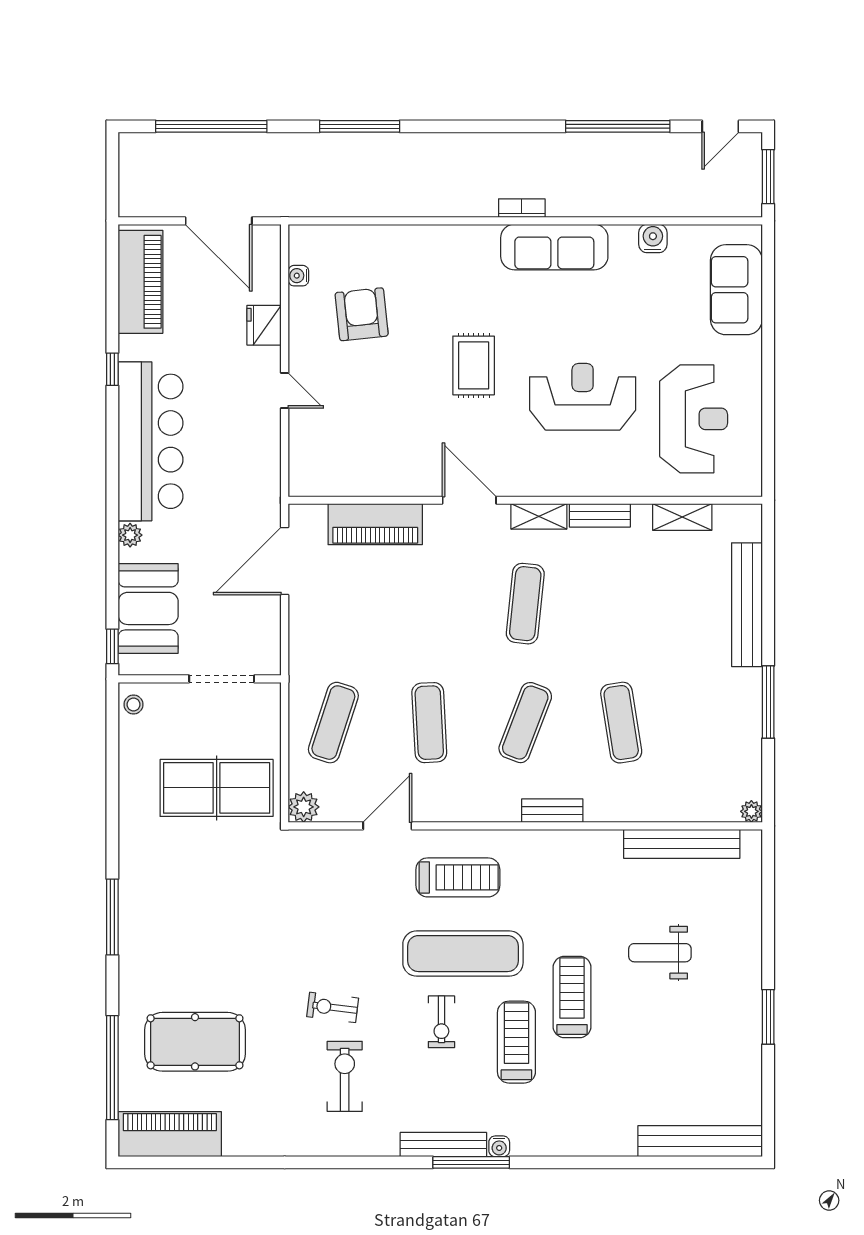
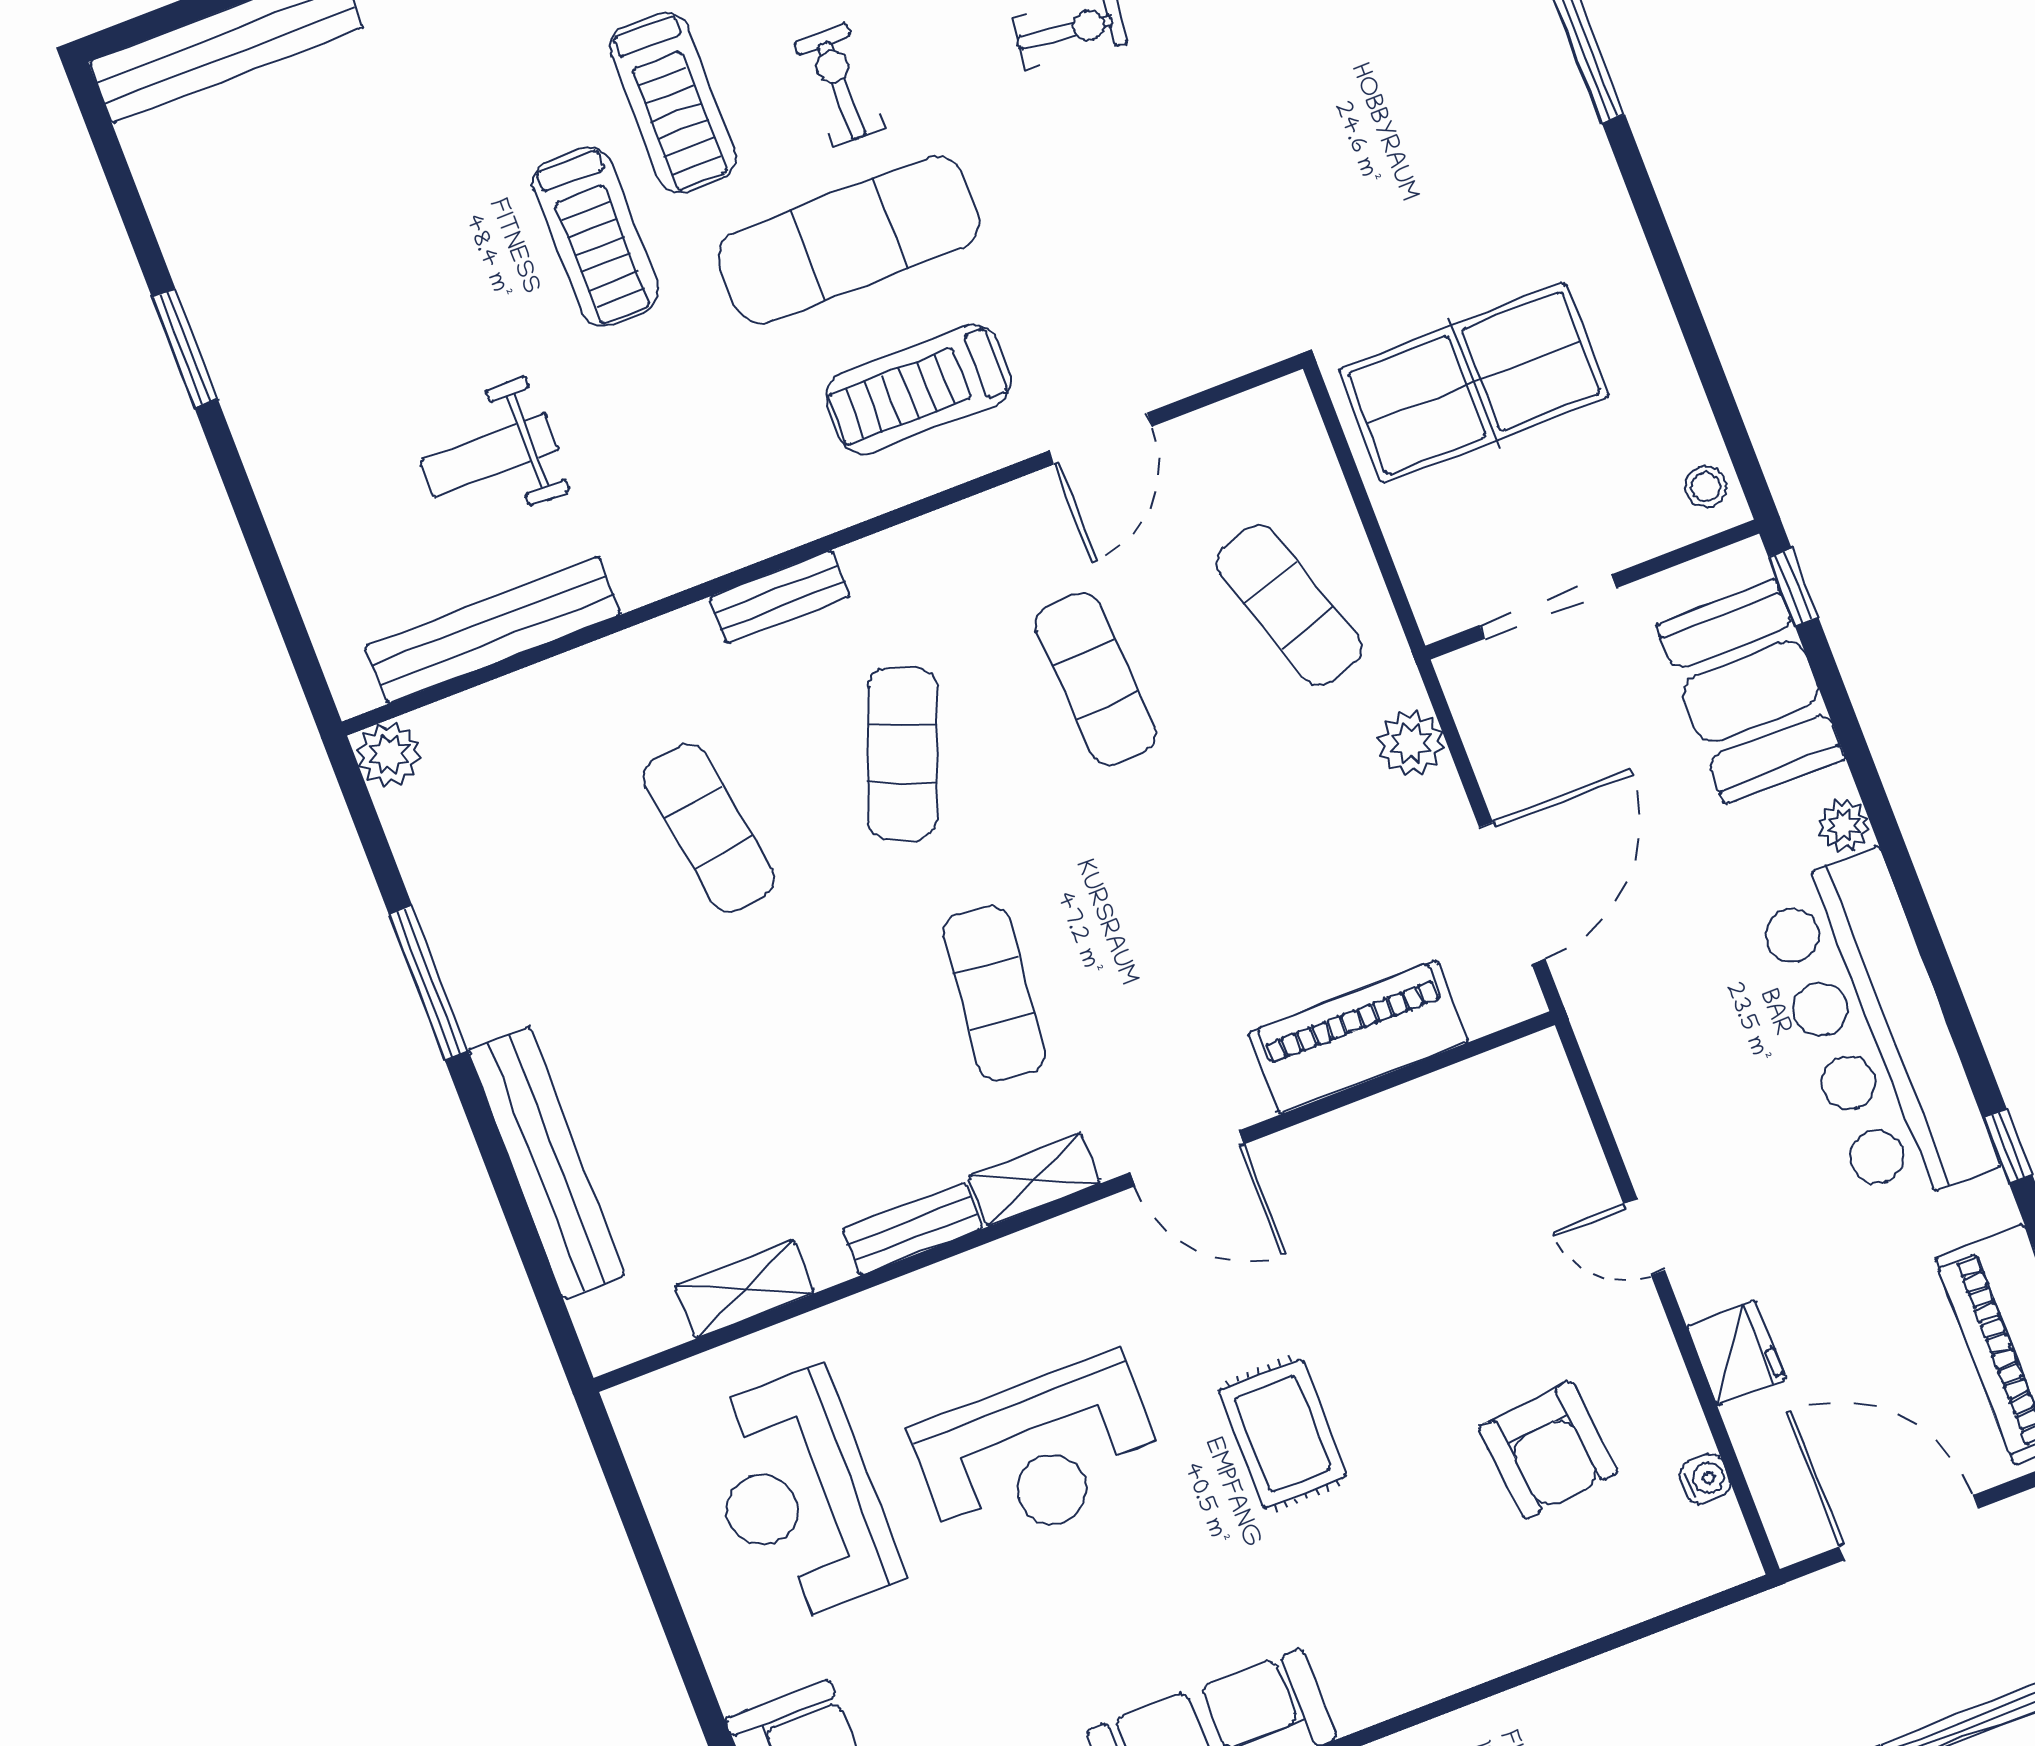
exercise mat: (333, 723) -> (1289, 605), turned -36
plant: (304, 807) -> (1411, 743), moved
plant: (751, 811) -> (389, 754), width x1.38, depth x1.38
weight bench: (660, 953) -> (490, 455), moved, turned 180

